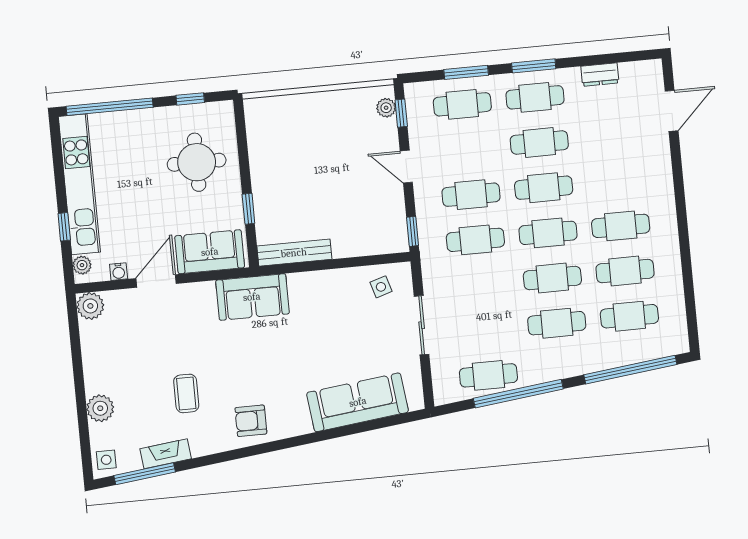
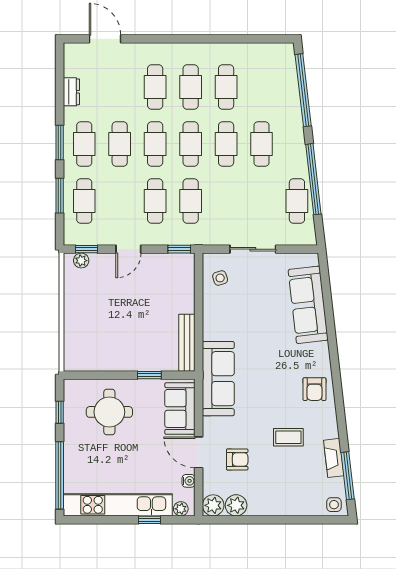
sofa: (252, 297) -> (218, 379), width x1.36
cafe table: (629, 316) -> (155, 87), moved
armchair: (152, 331) -> (237, 459), added
plant: (100, 408) -> (236, 505), moved

